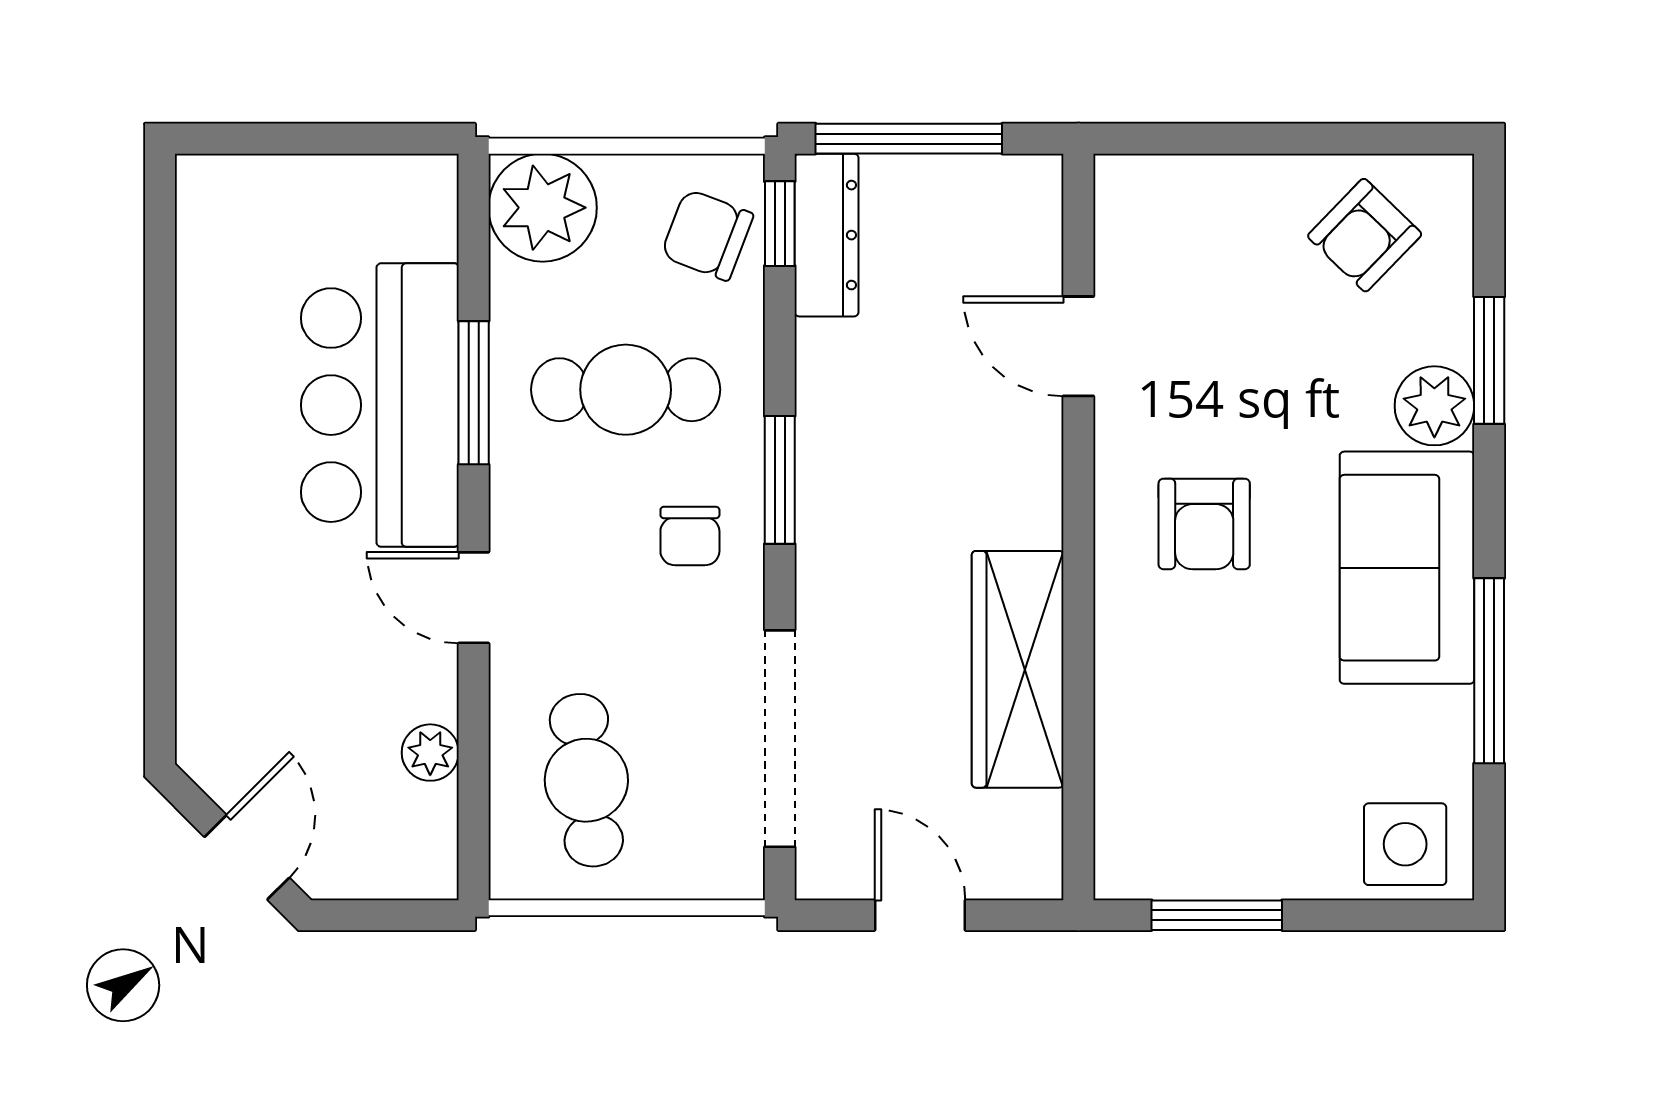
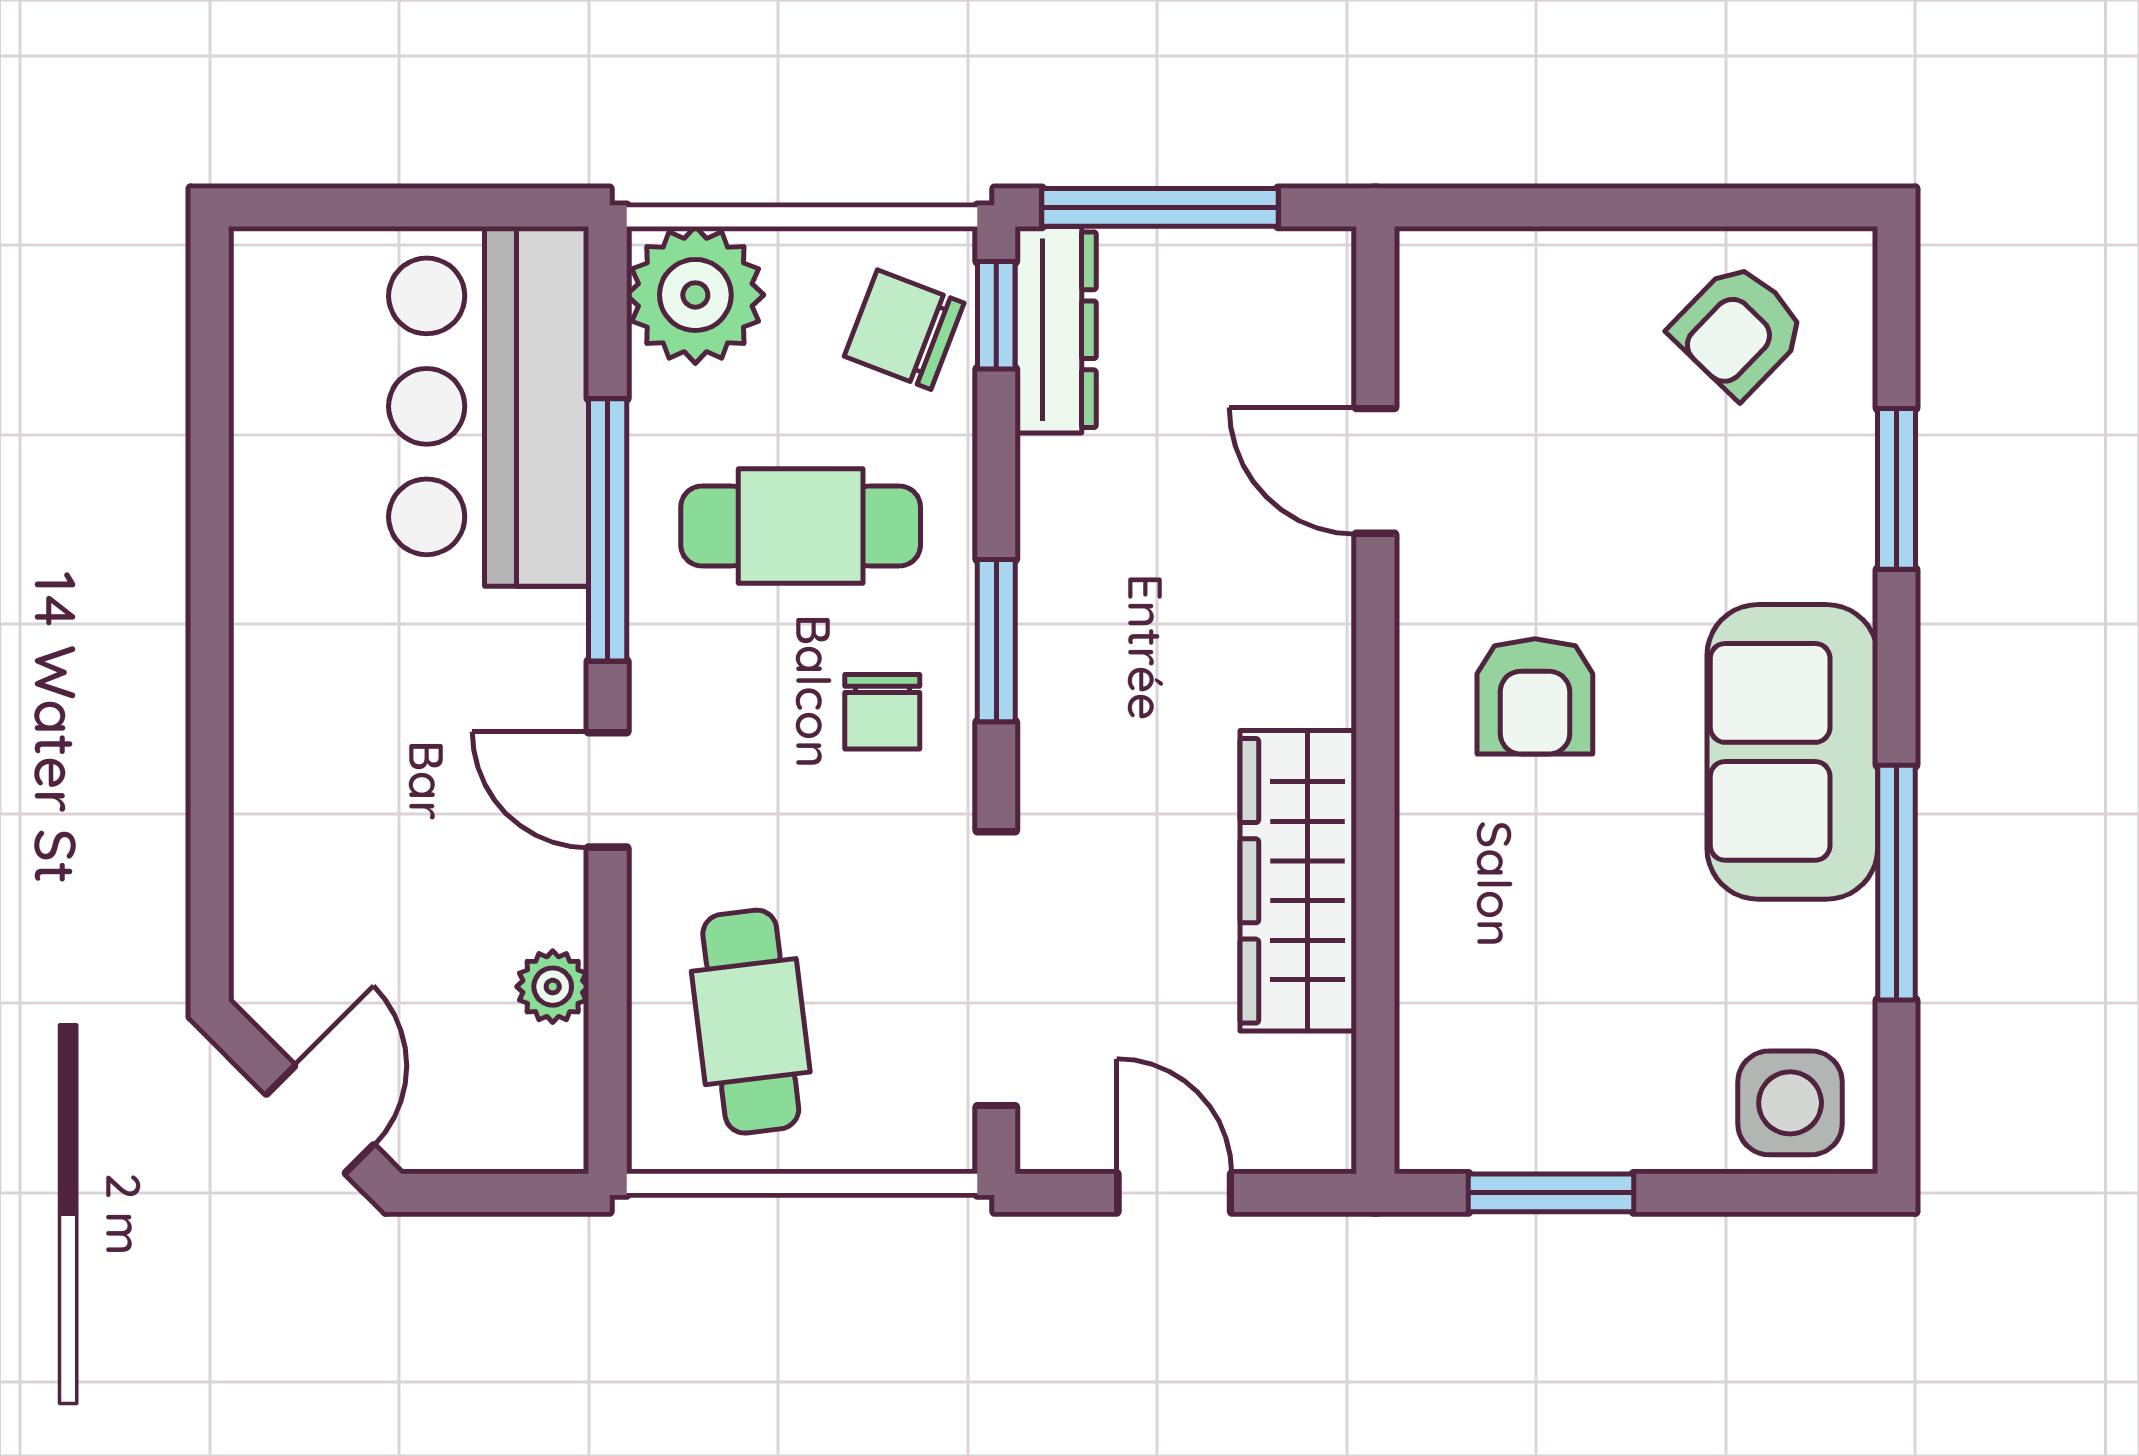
window: (474, 393) -> (608, 530), width x1.44
bar counter: (380, 405) -> (489, 406), moved
plant: (1434, 406) -> (1827, 546), removed

